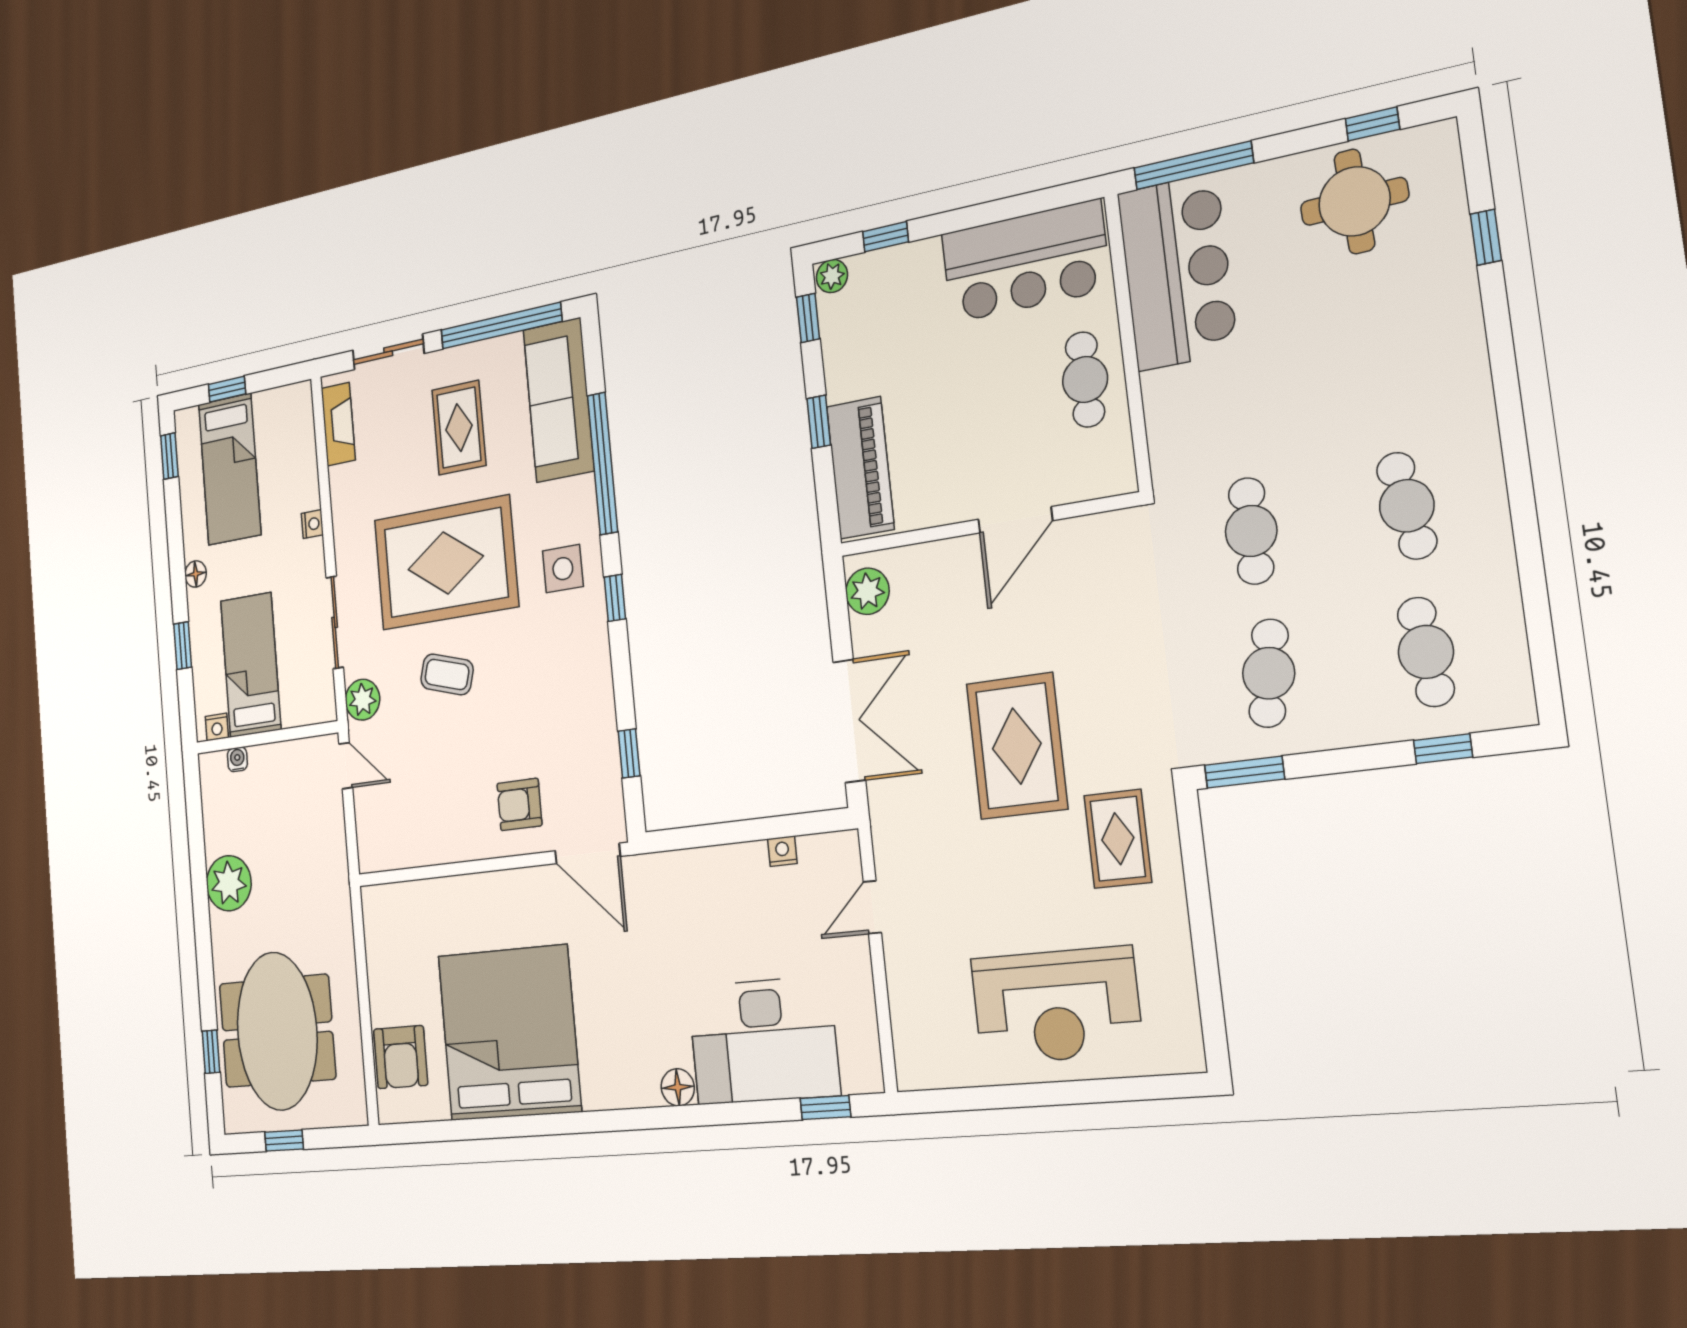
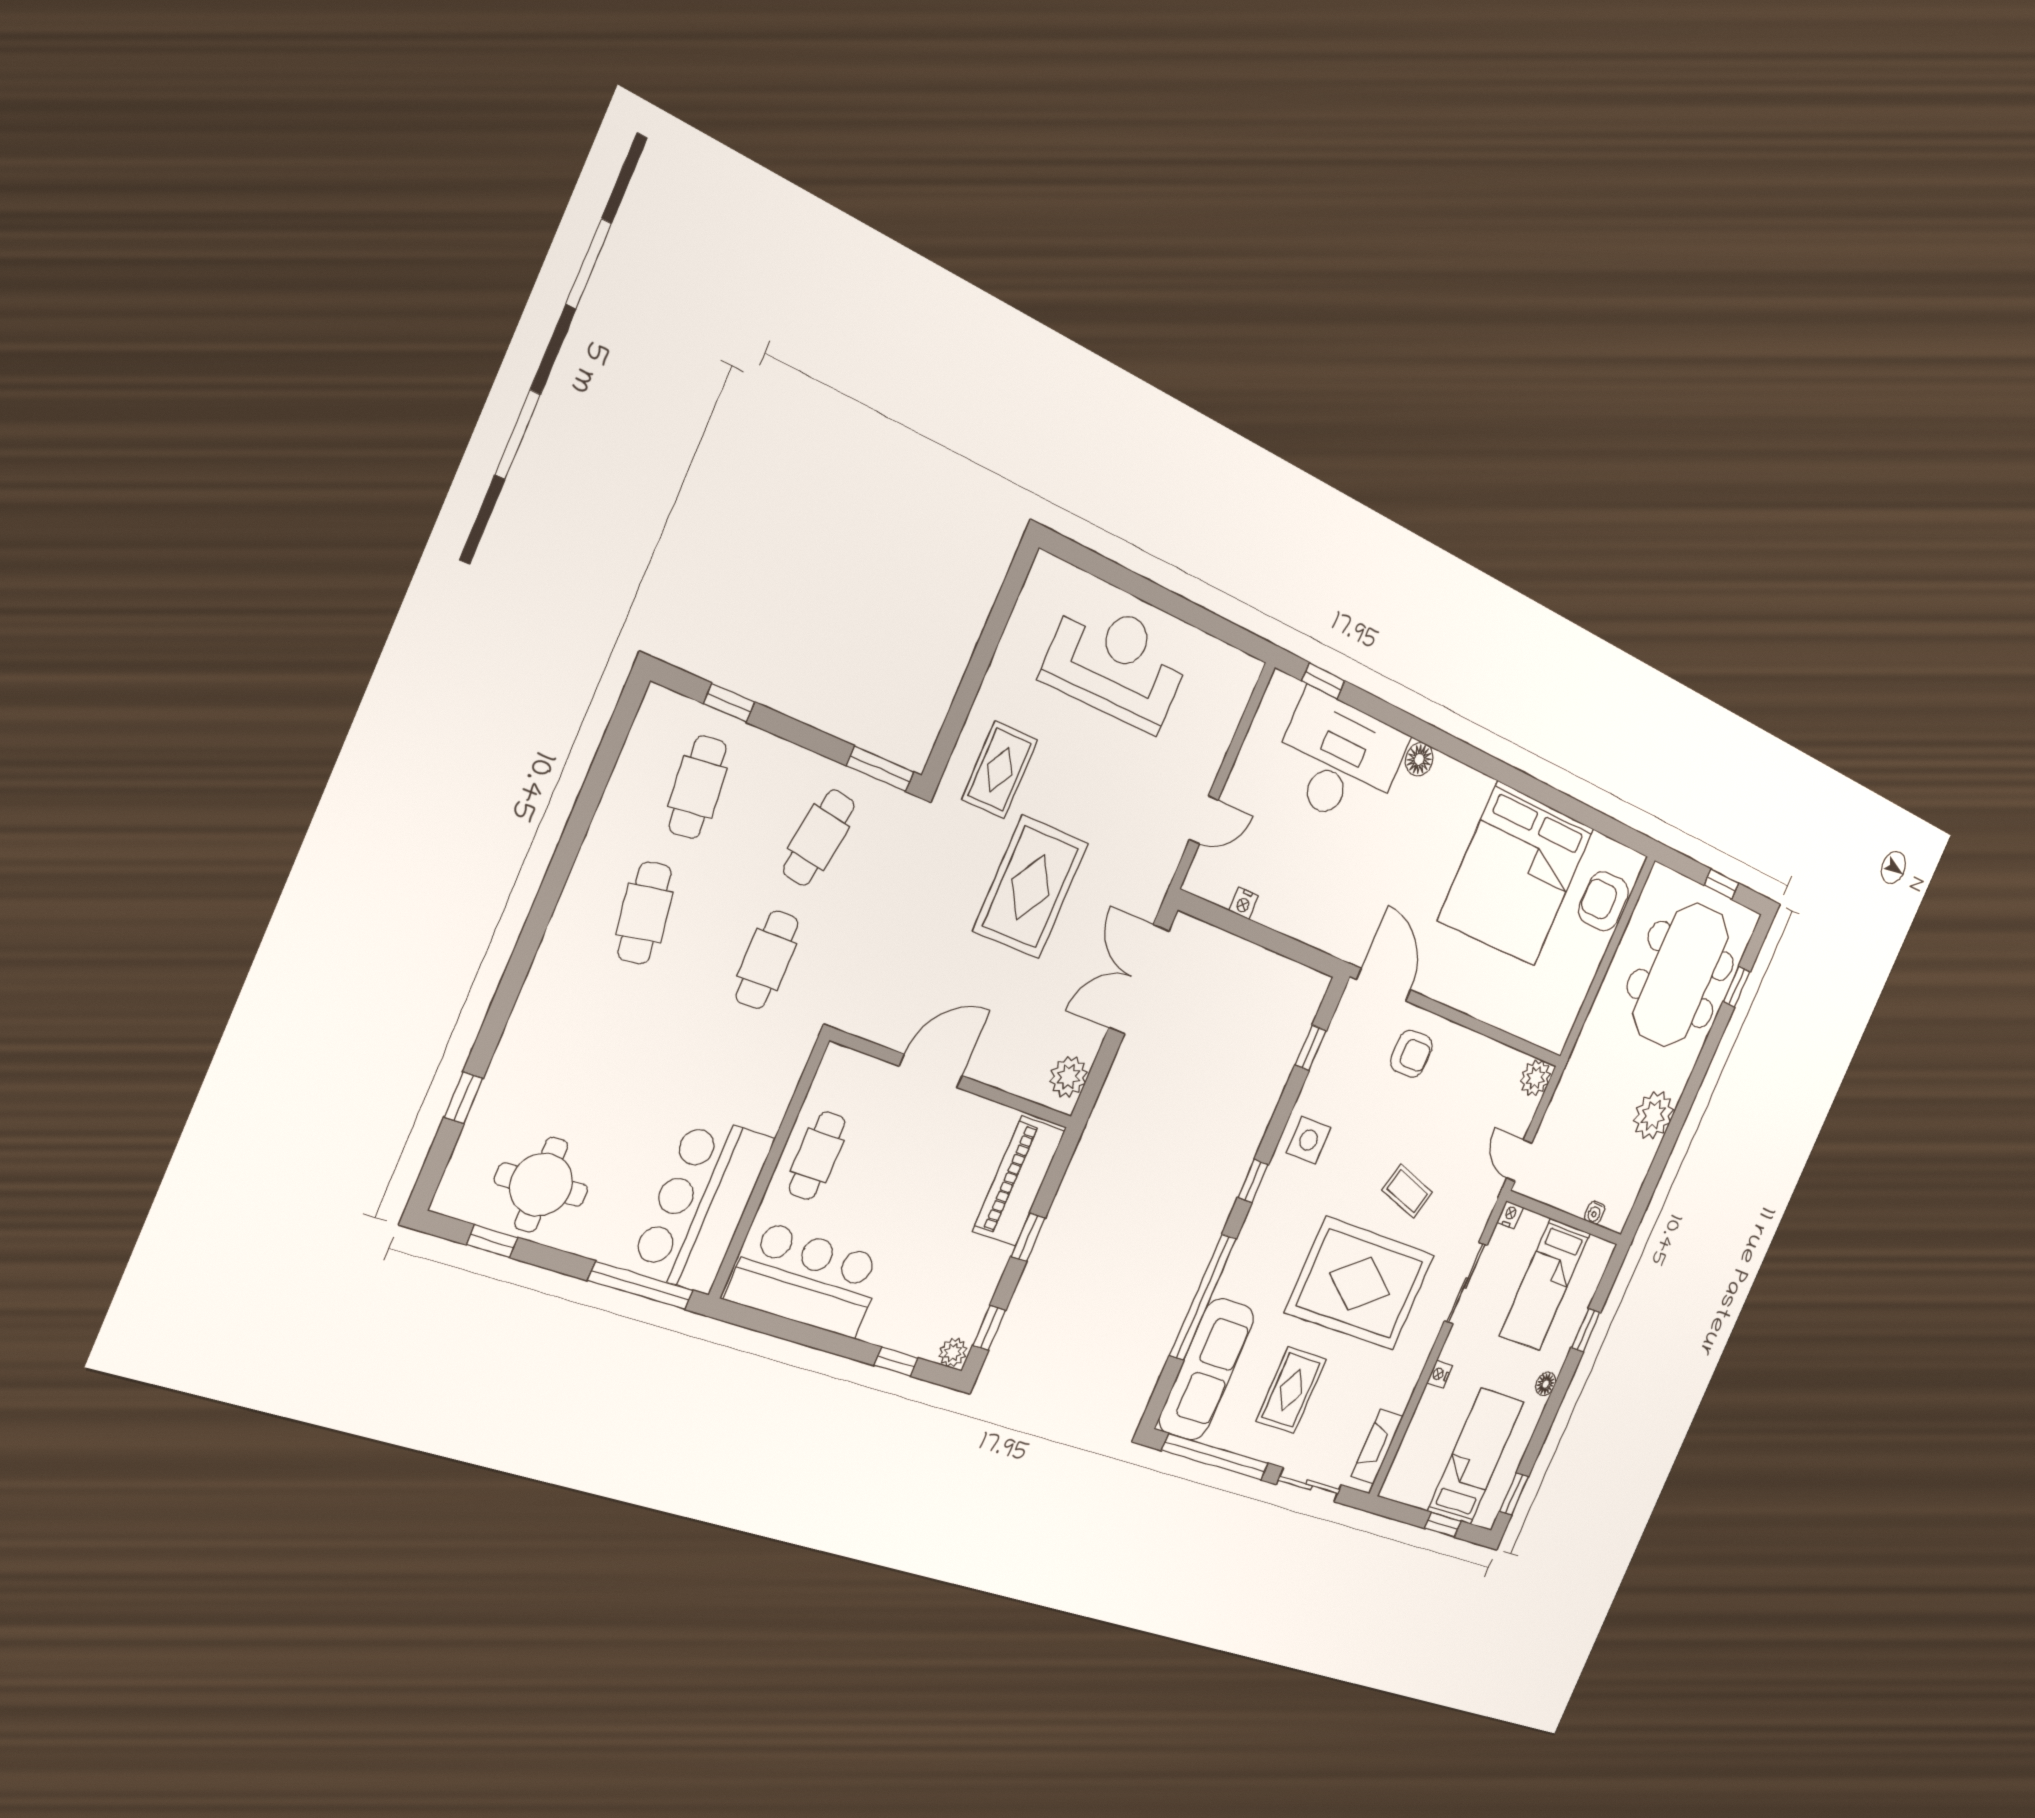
side table: (563, 569) -> (1309, 1140), moved
plant: (363, 700) -> (1535, 1078), moved
nightstand: (217, 727) -> (1510, 1215), moved
armchair: (401, 1057) -> (1603, 901), turned -90

